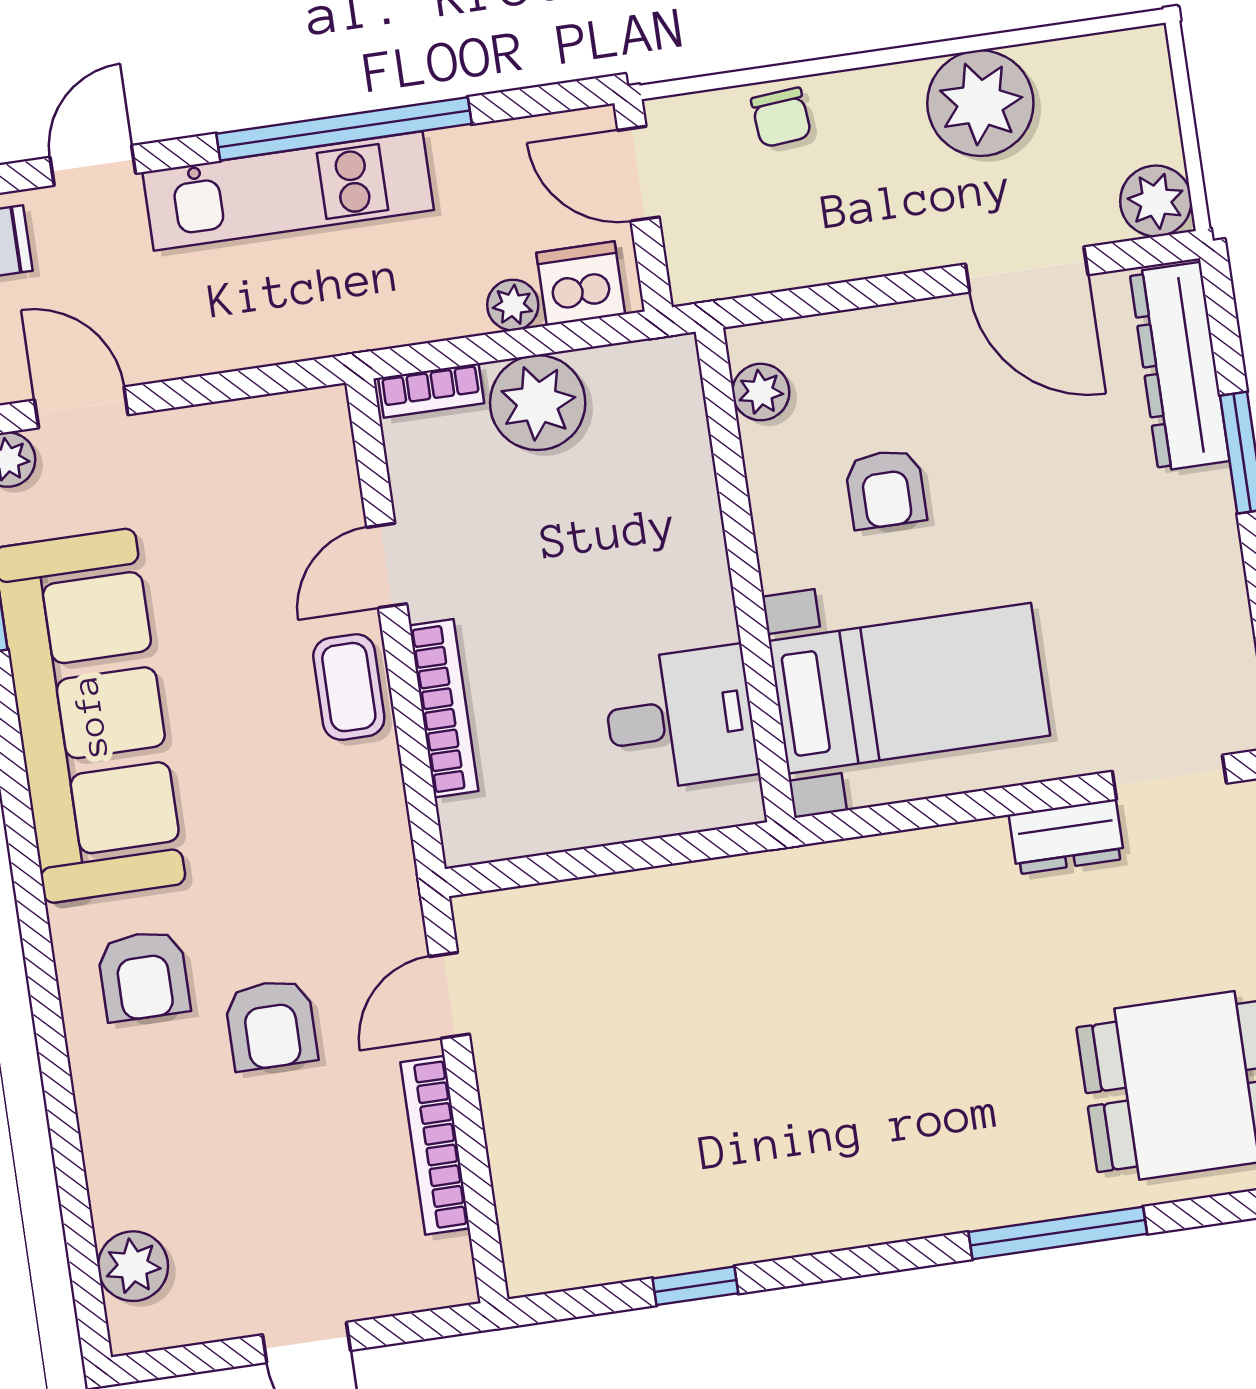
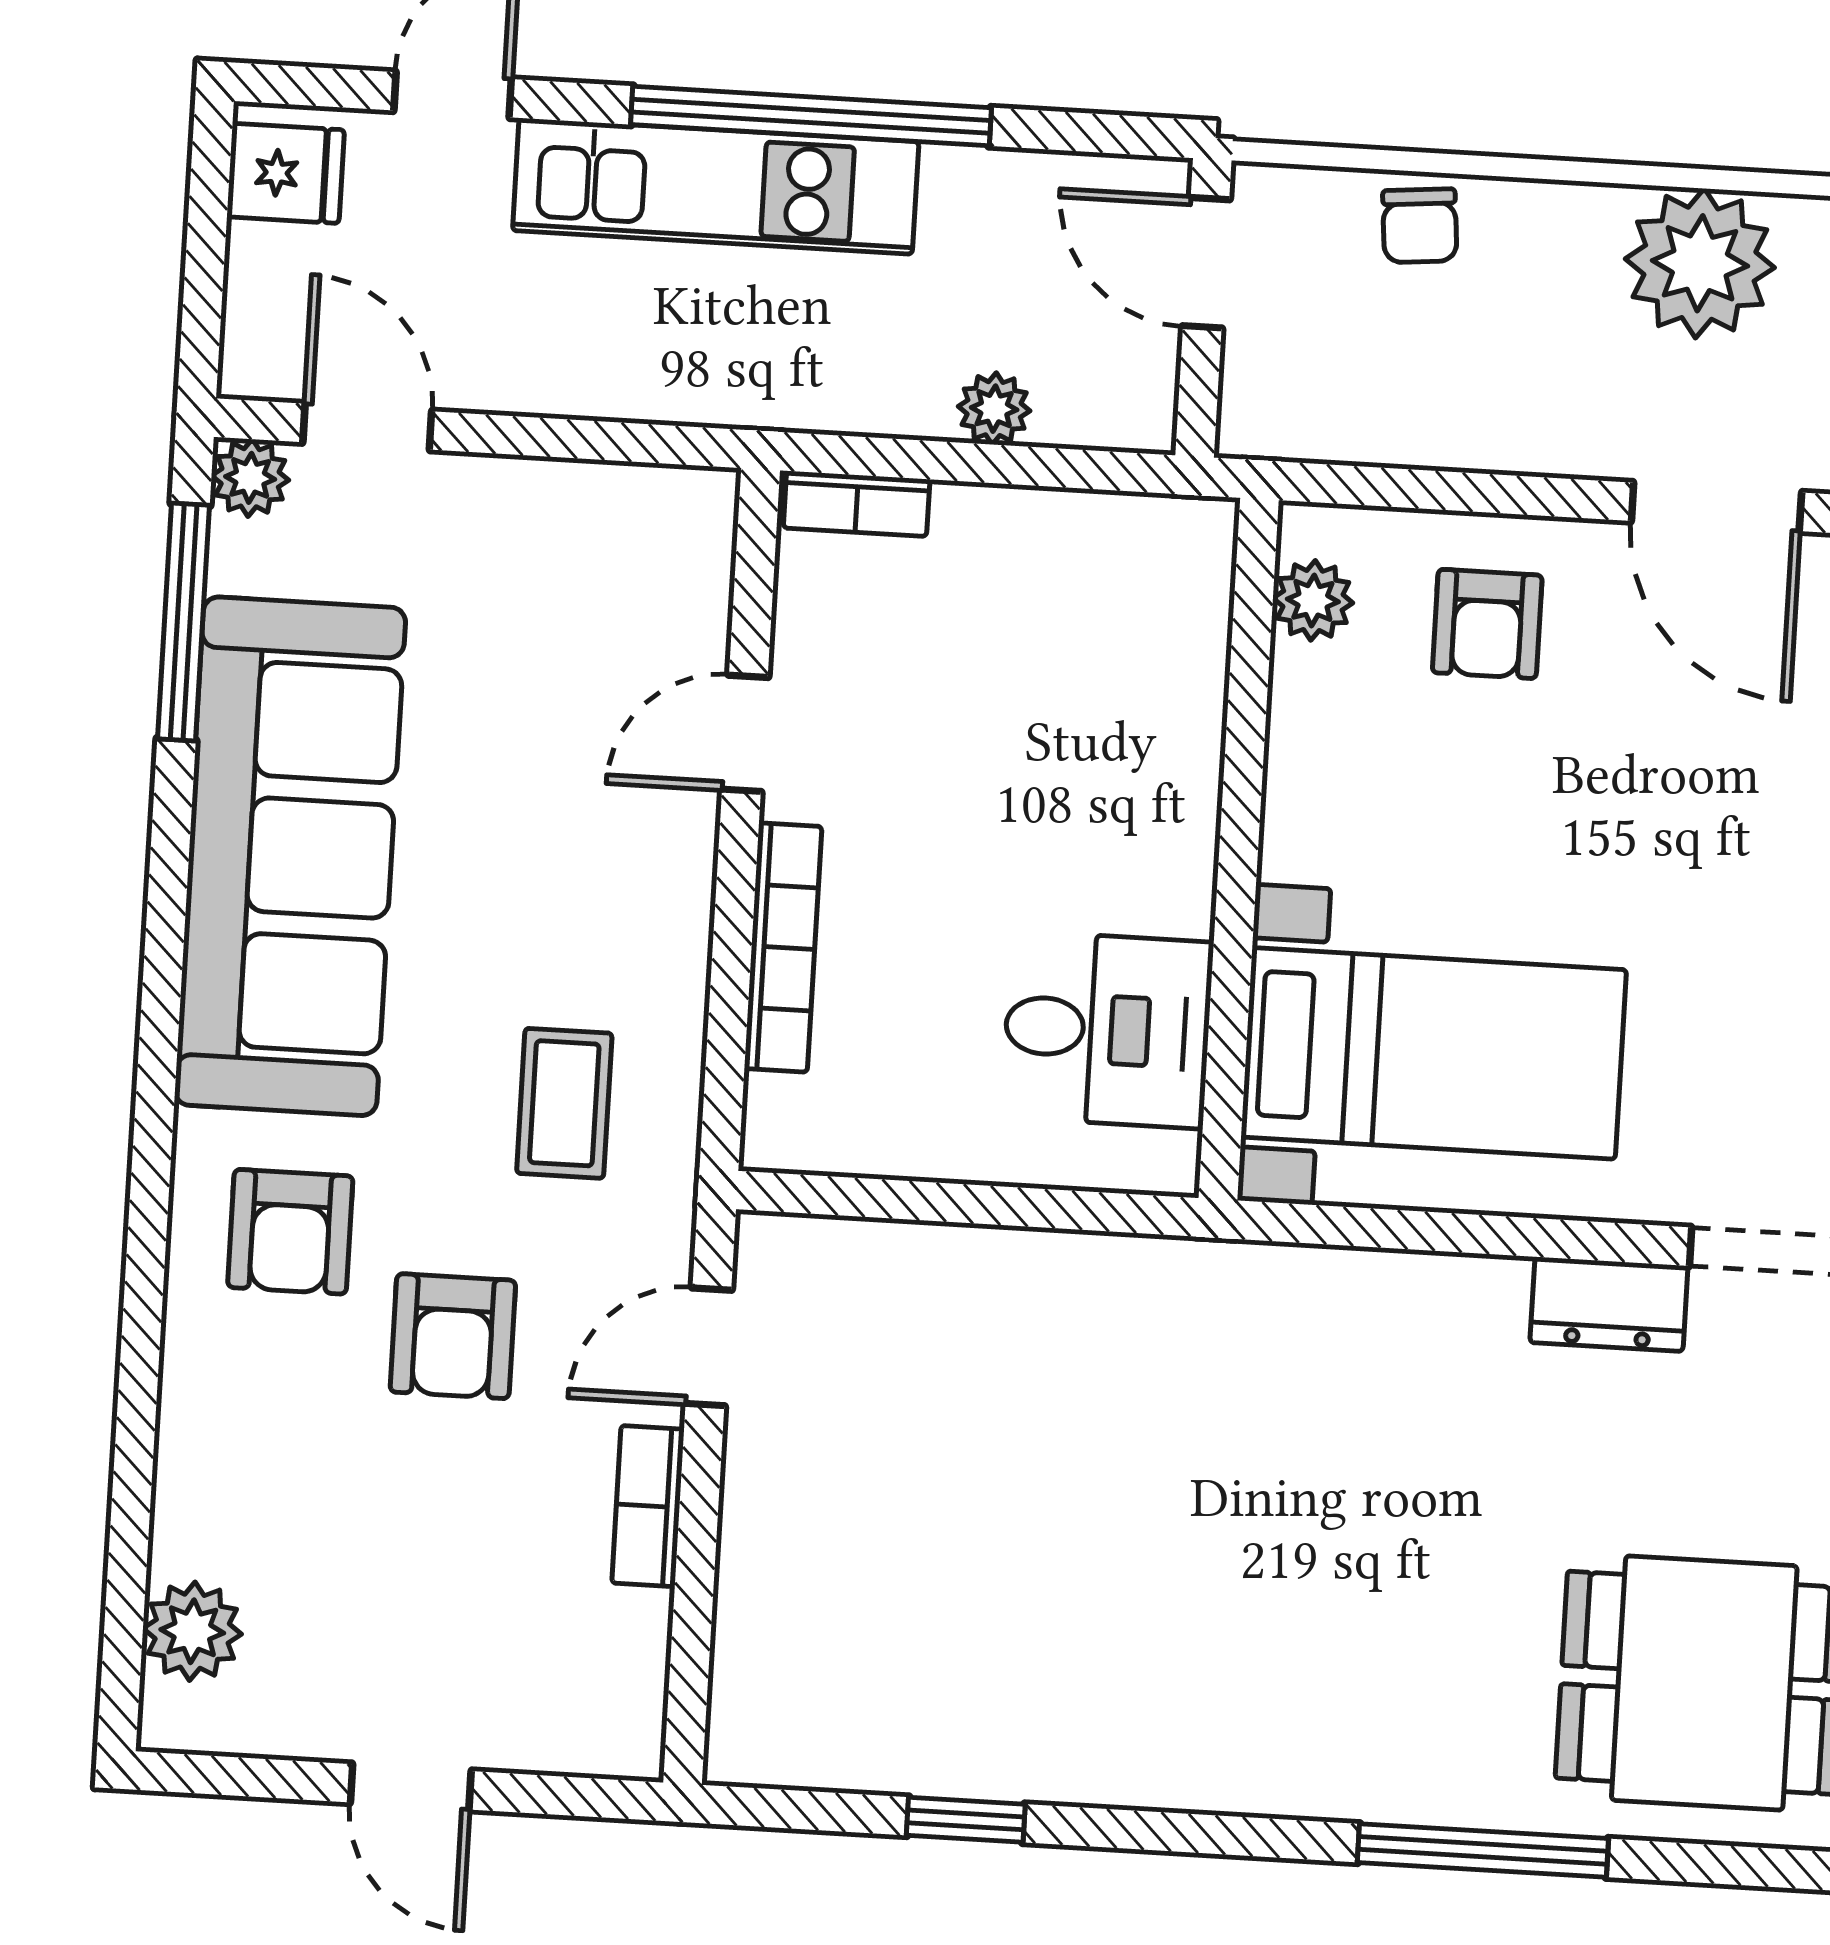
dishwasher: (581, 283) -> (1094, 398), removed
plant: (538, 403) -> (1001, 551), removed
armchair: (886, 489) -> (1487, 624), moved
coffee table: (349, 687) -> (564, 1103), moved
bookcase: (435, 1145) -> (648, 1506), width x0.64

